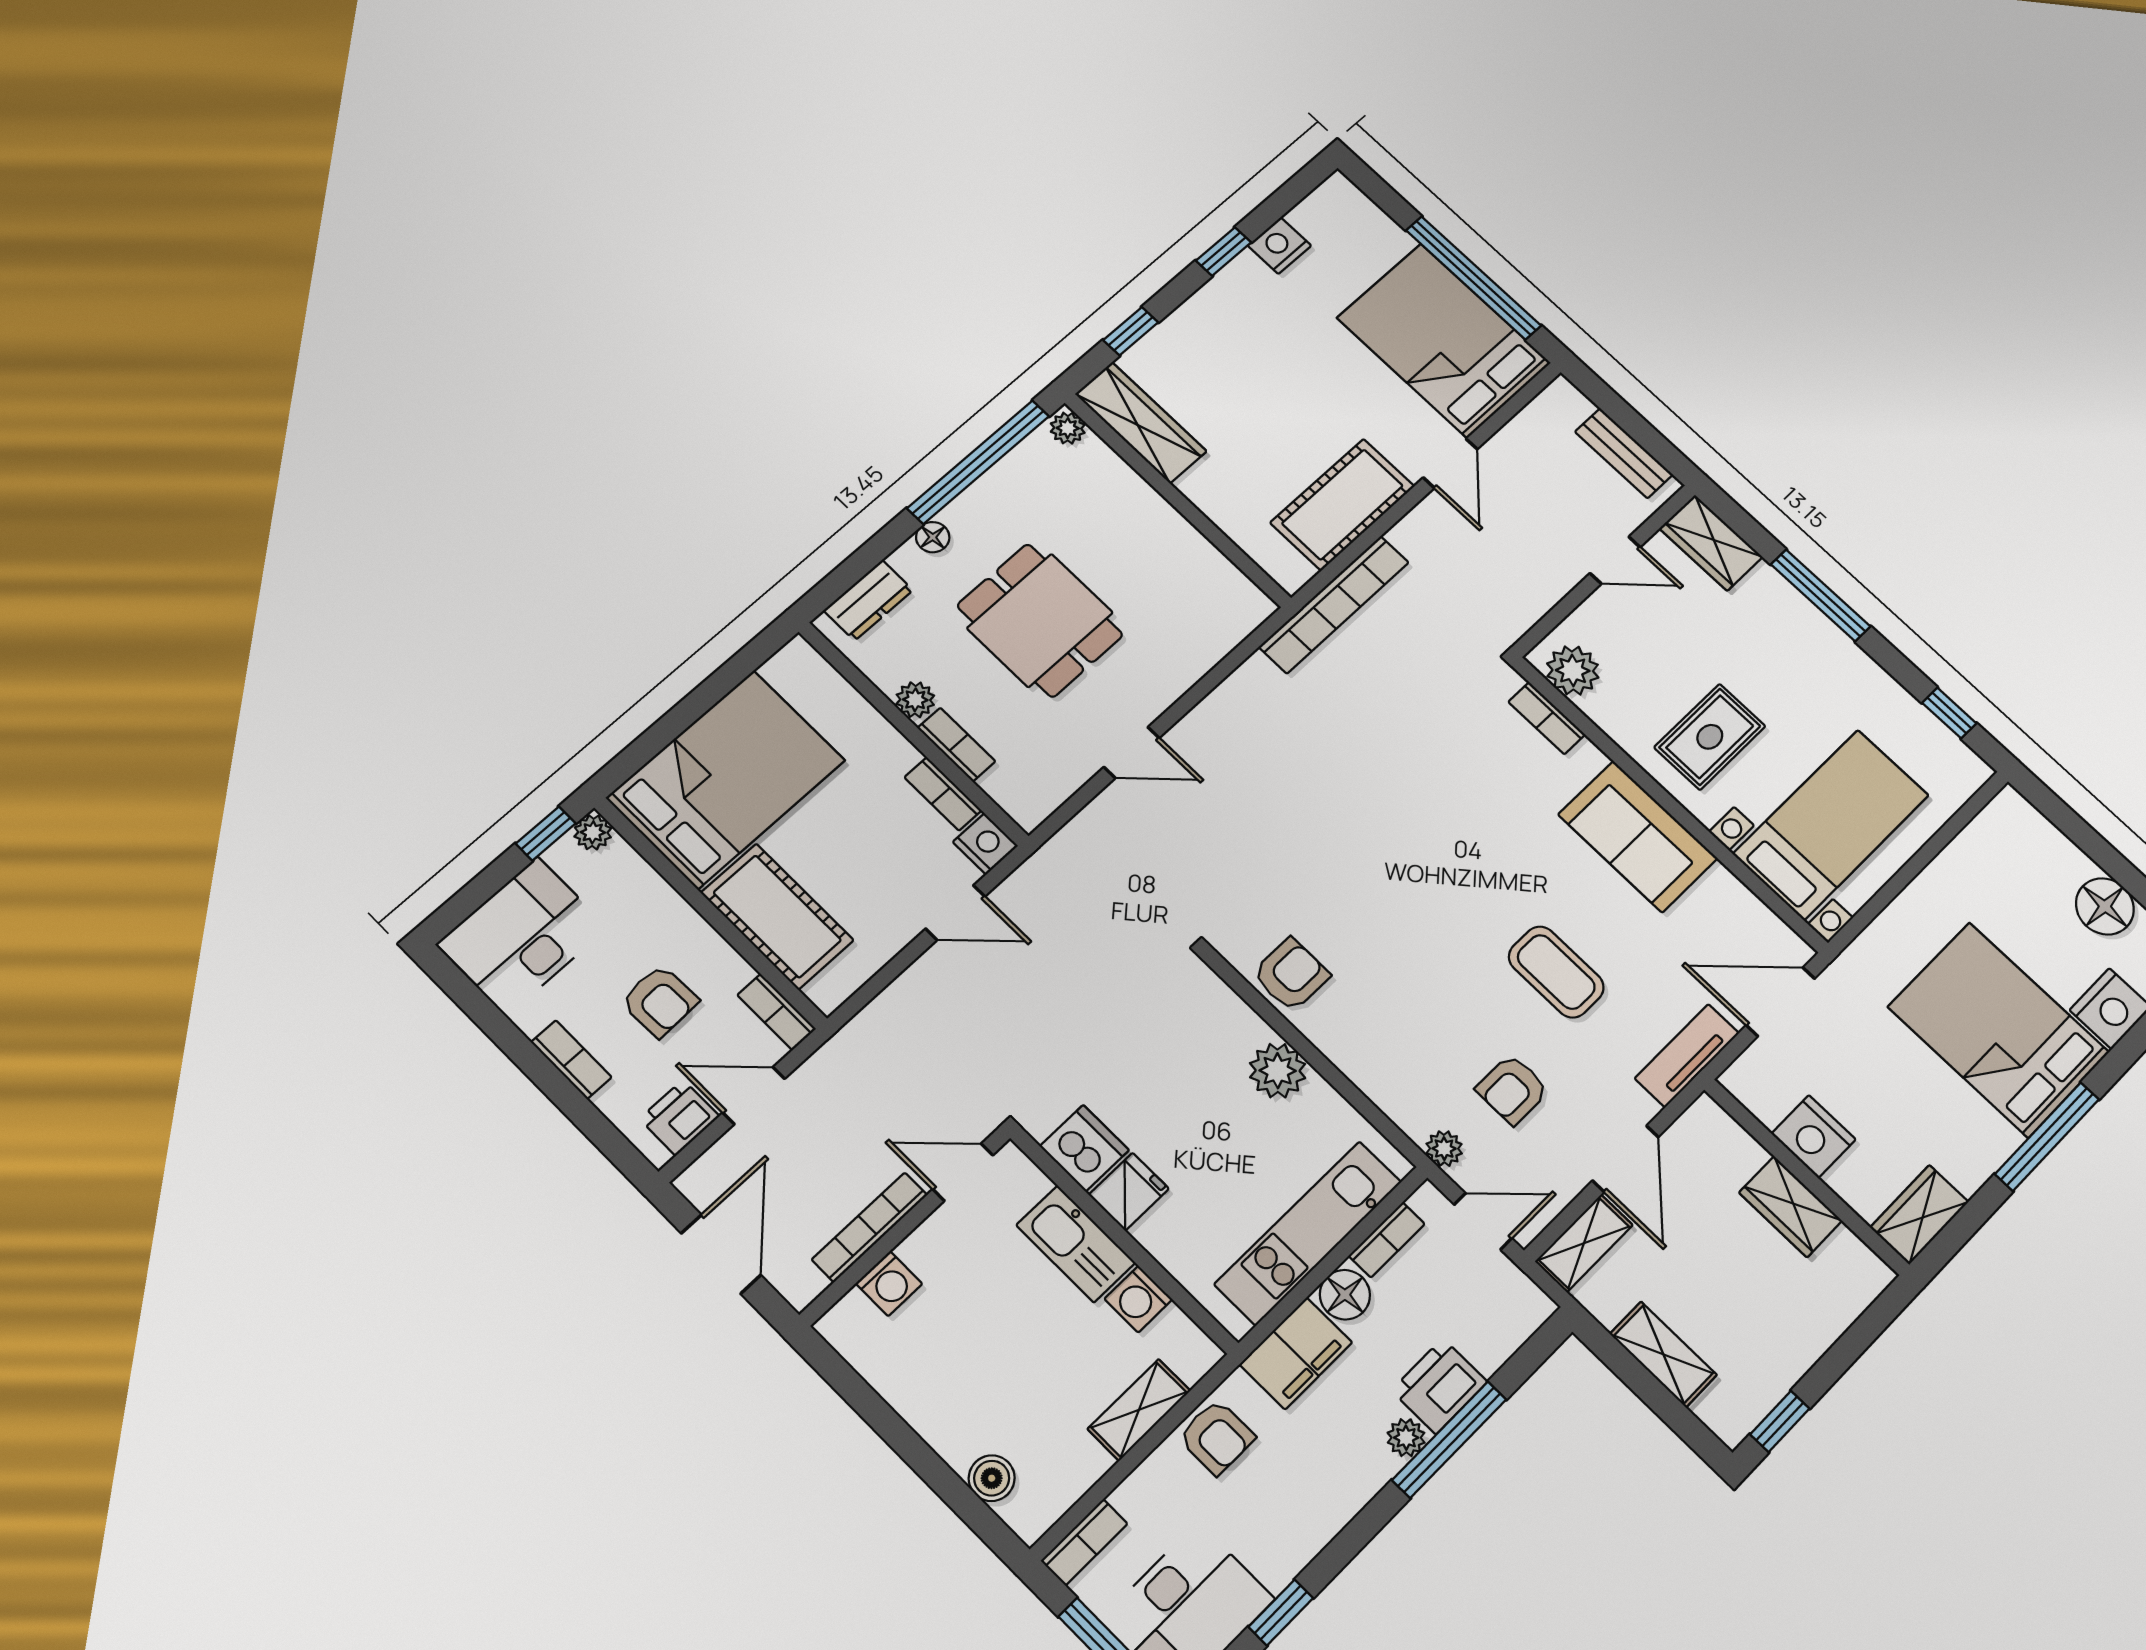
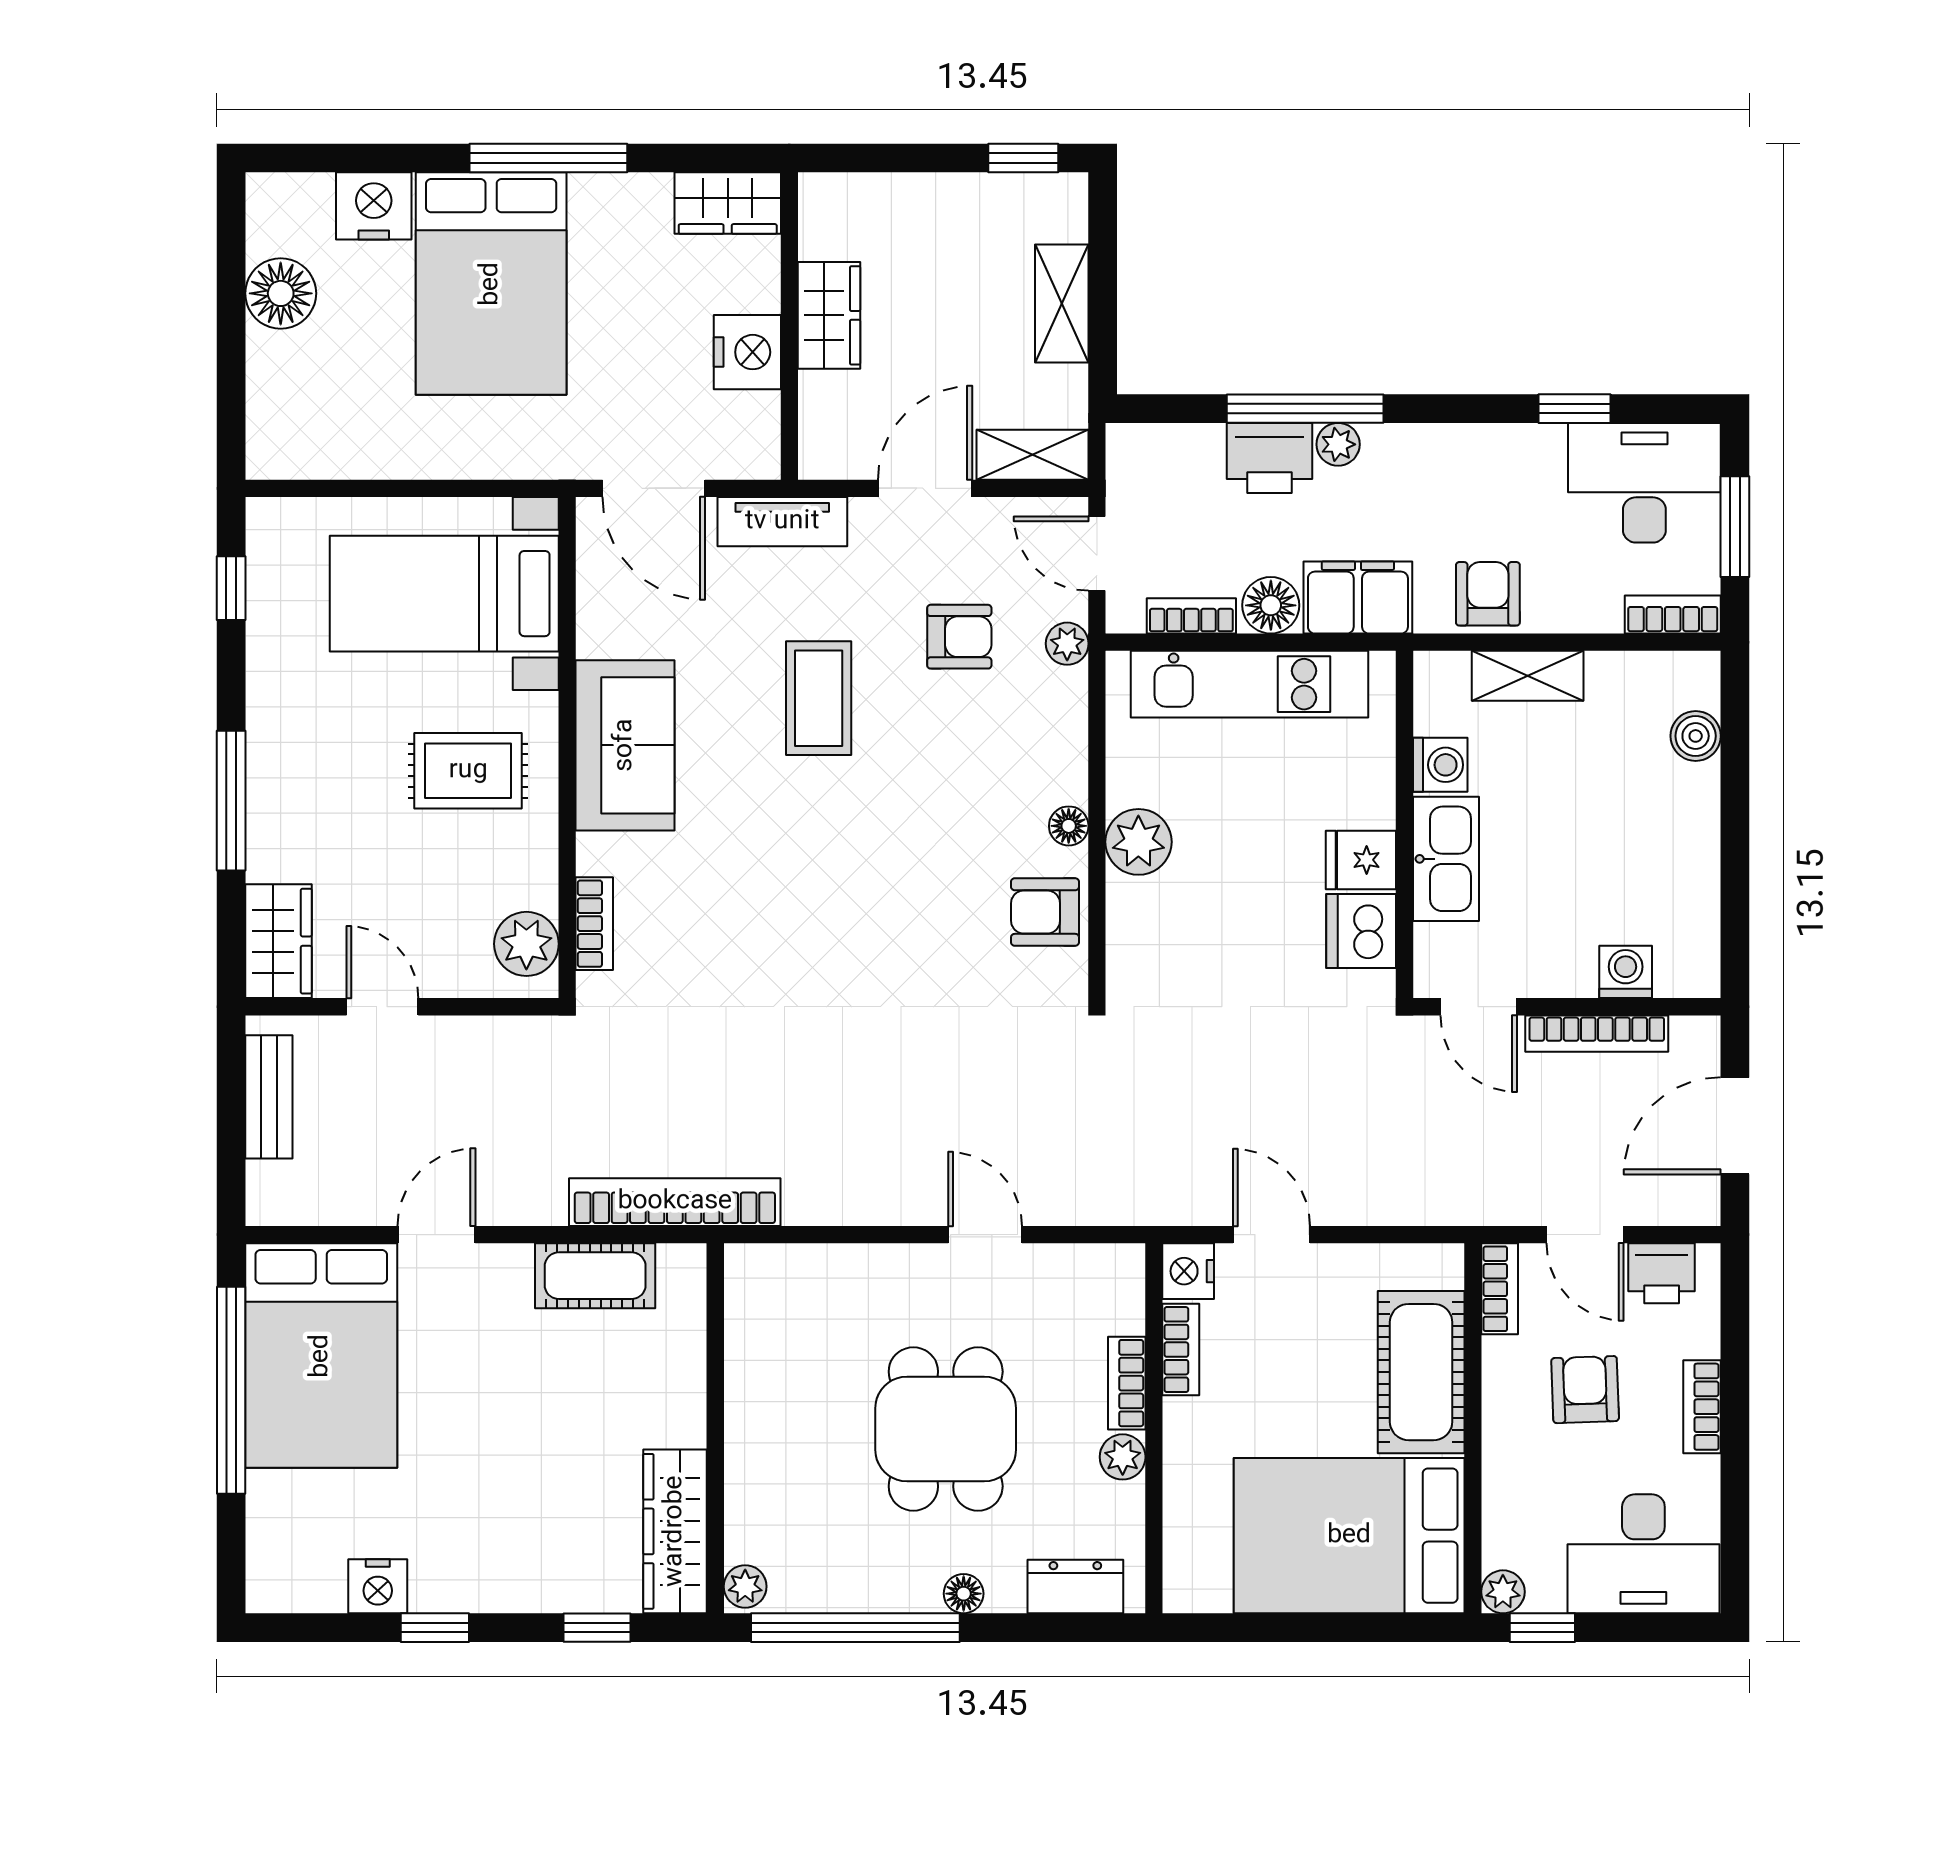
cot: (1342, 504) -> (595, 1276), width x0.73, depth x0.75
floor lamp: (1330, 1040) -> (1069, 826), added

